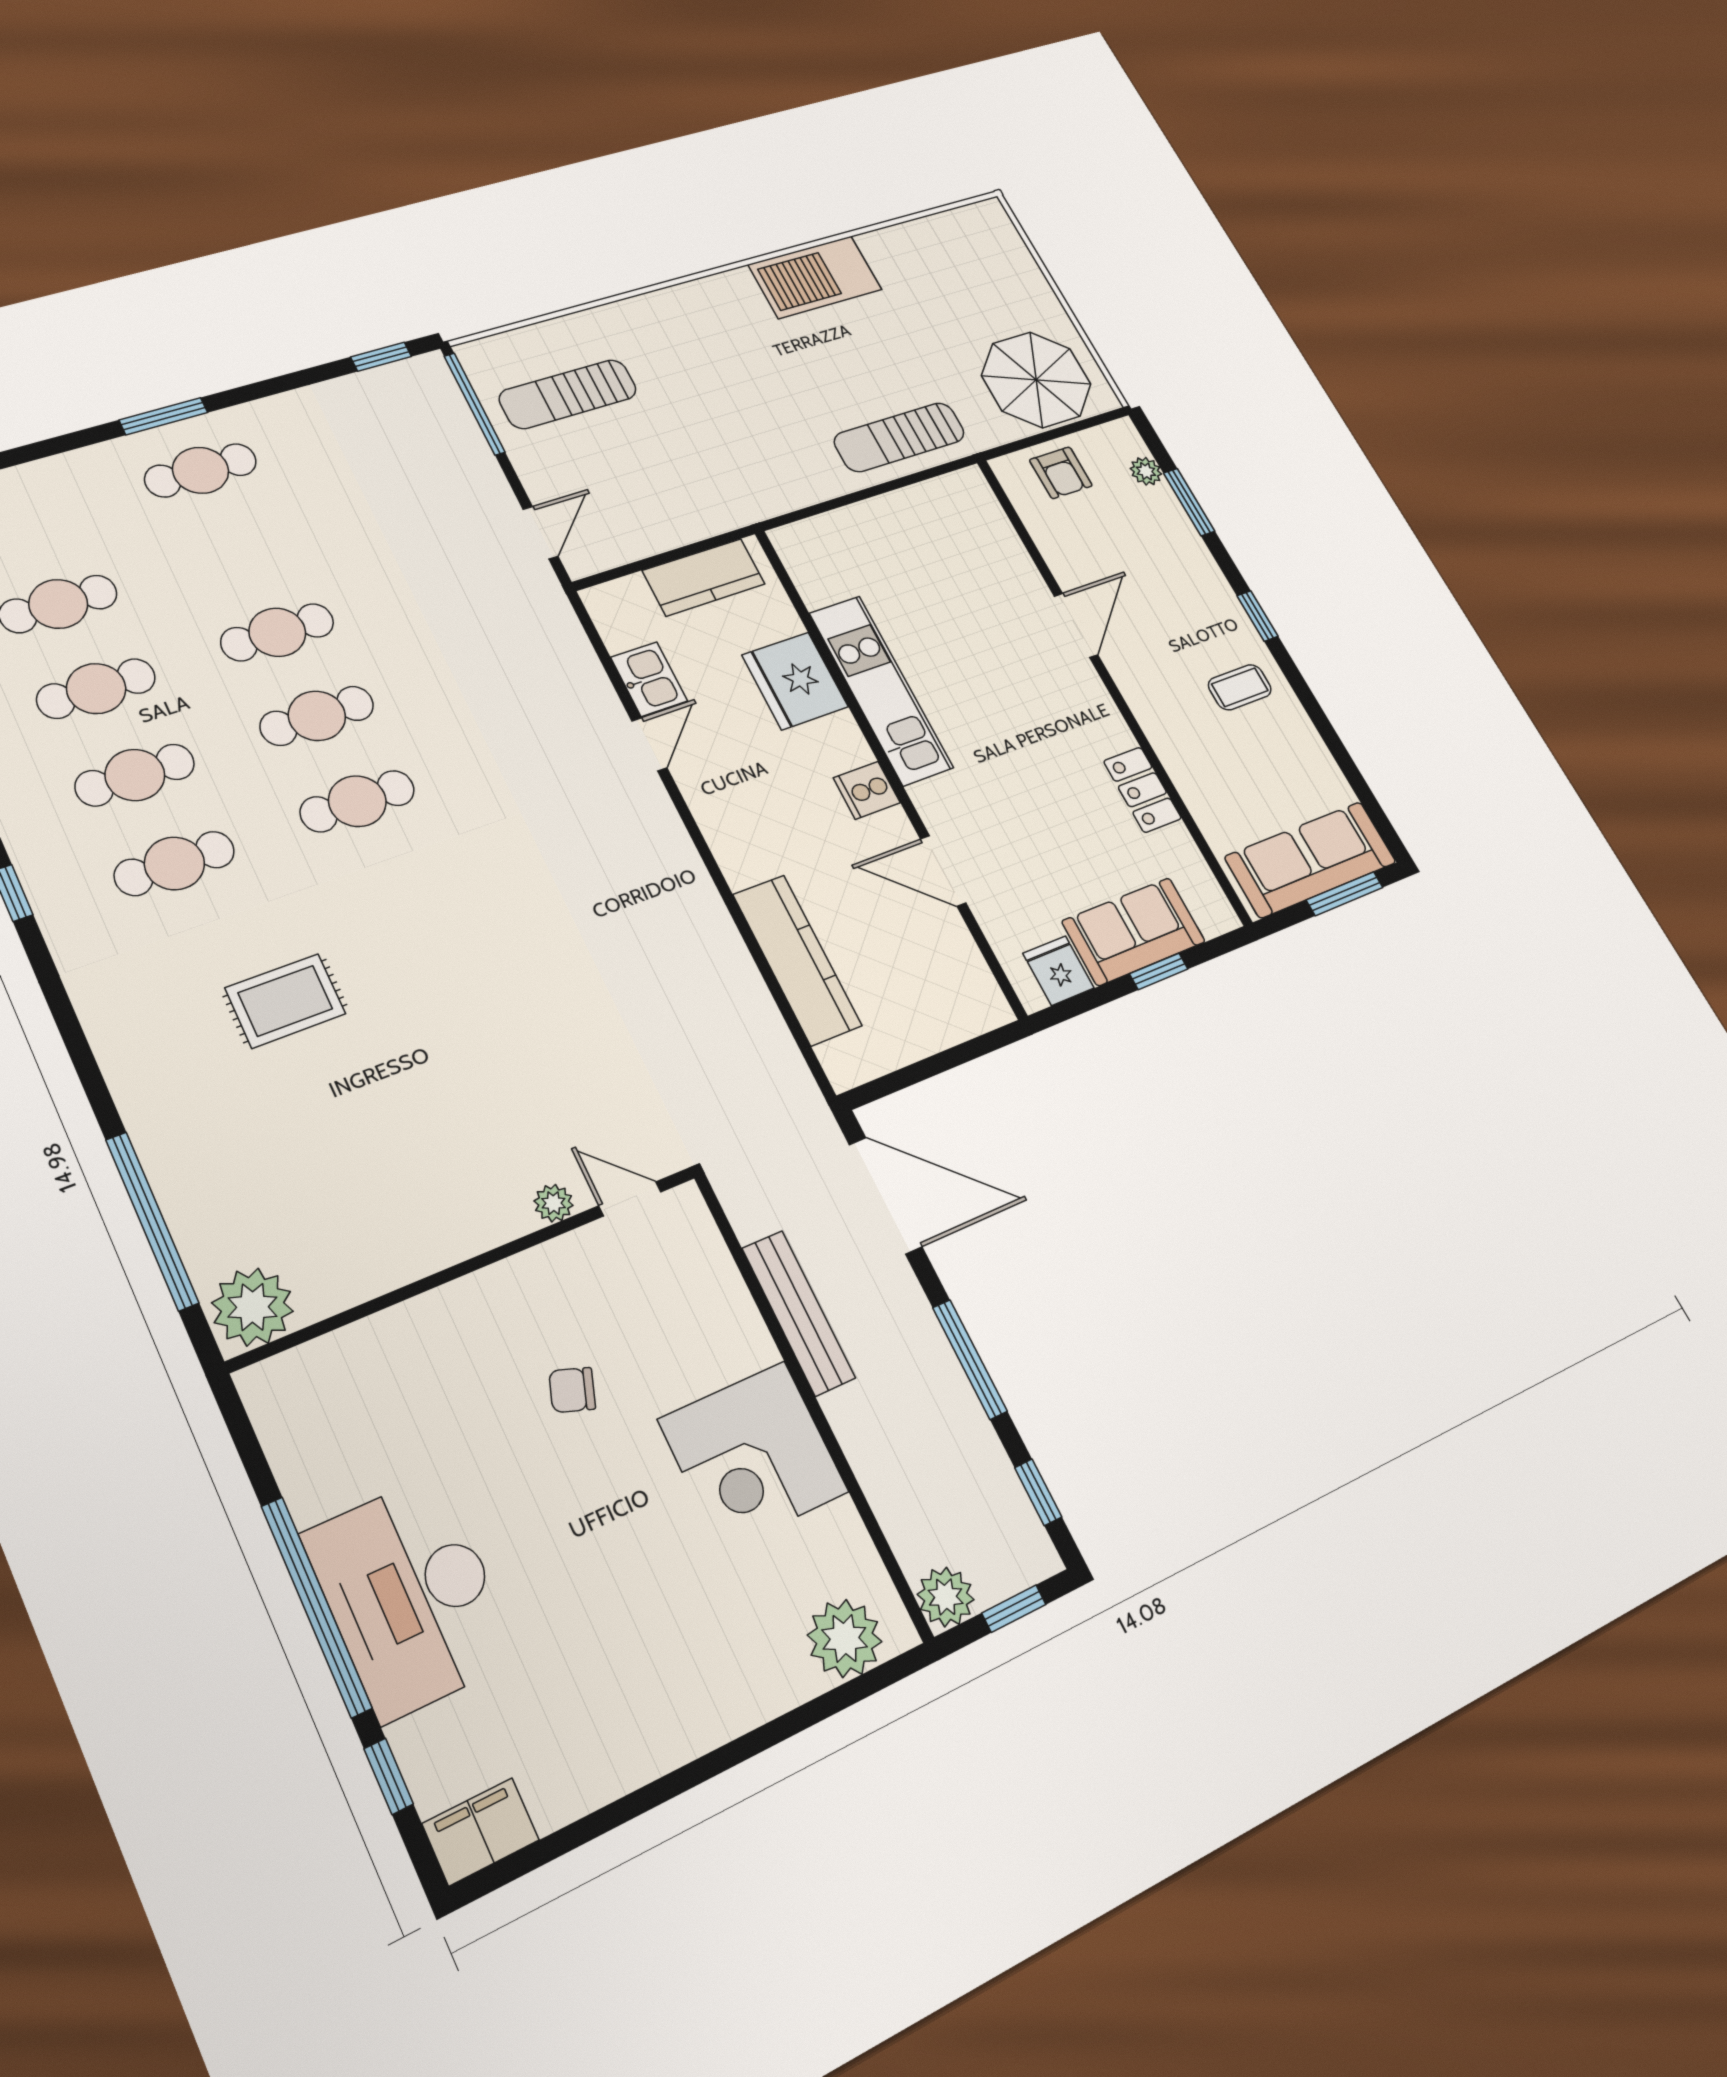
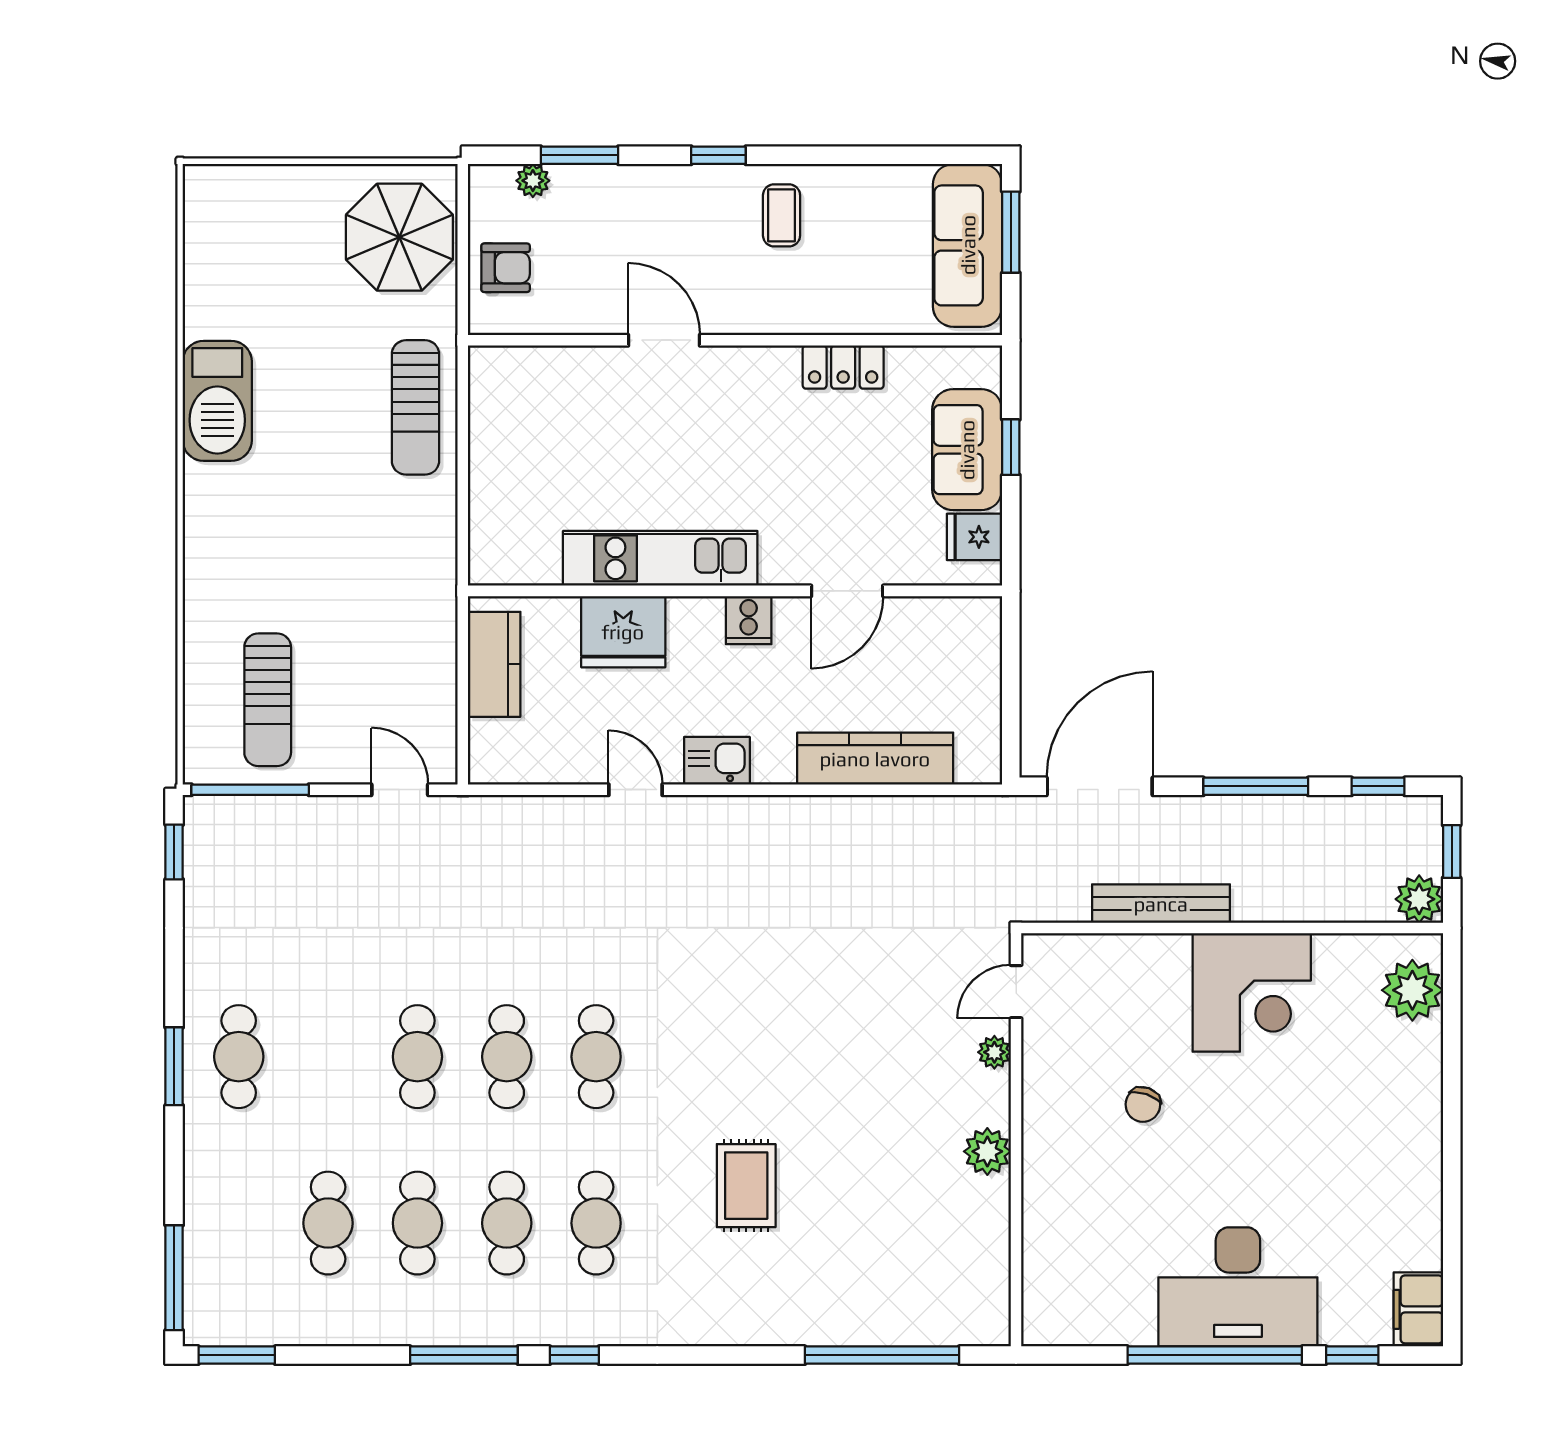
kitchen sink: (649, 679) -> (717, 761), moved
plant: (253, 1307) -> (987, 1151), moved, width x0.73, depth x0.73

